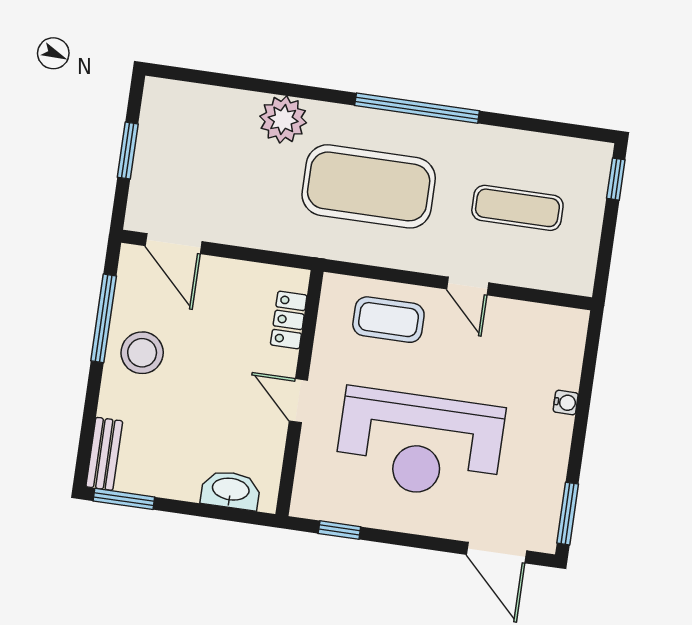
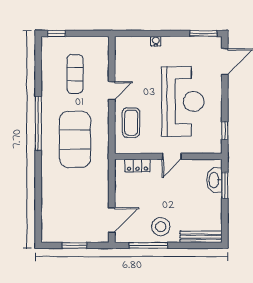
plant: (283, 119) -> (51, 180), removed
bench: (104, 454) -> (201, 237), width x1.36
window: (124, 499) -> (225, 185), moved

